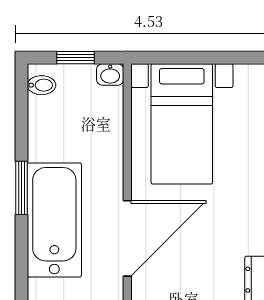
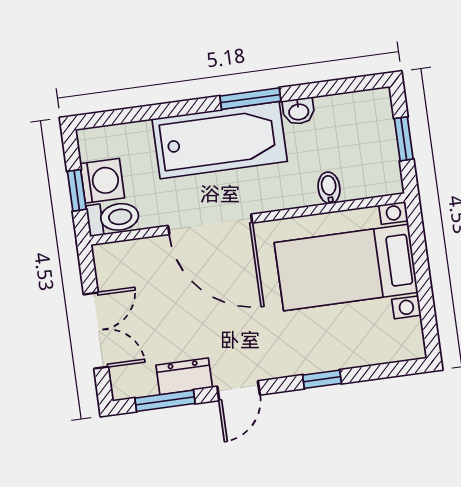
washbasin: (110, 75) -> (299, 111), moved, turned -90
bidet: (42, 85) -> (329, 188), moved, turned 180

